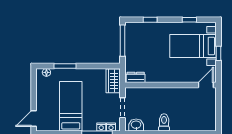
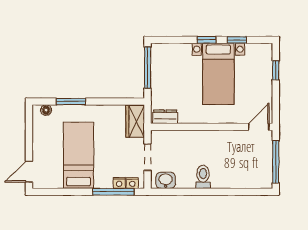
window: (150, 20) -> (207, 40), moved
bed with nightstands: (193, 46) -> (218, 74), moved, turned -90
window: (218, 53) -> (276, 70), moved
window: (218, 111) -> (276, 162), added

